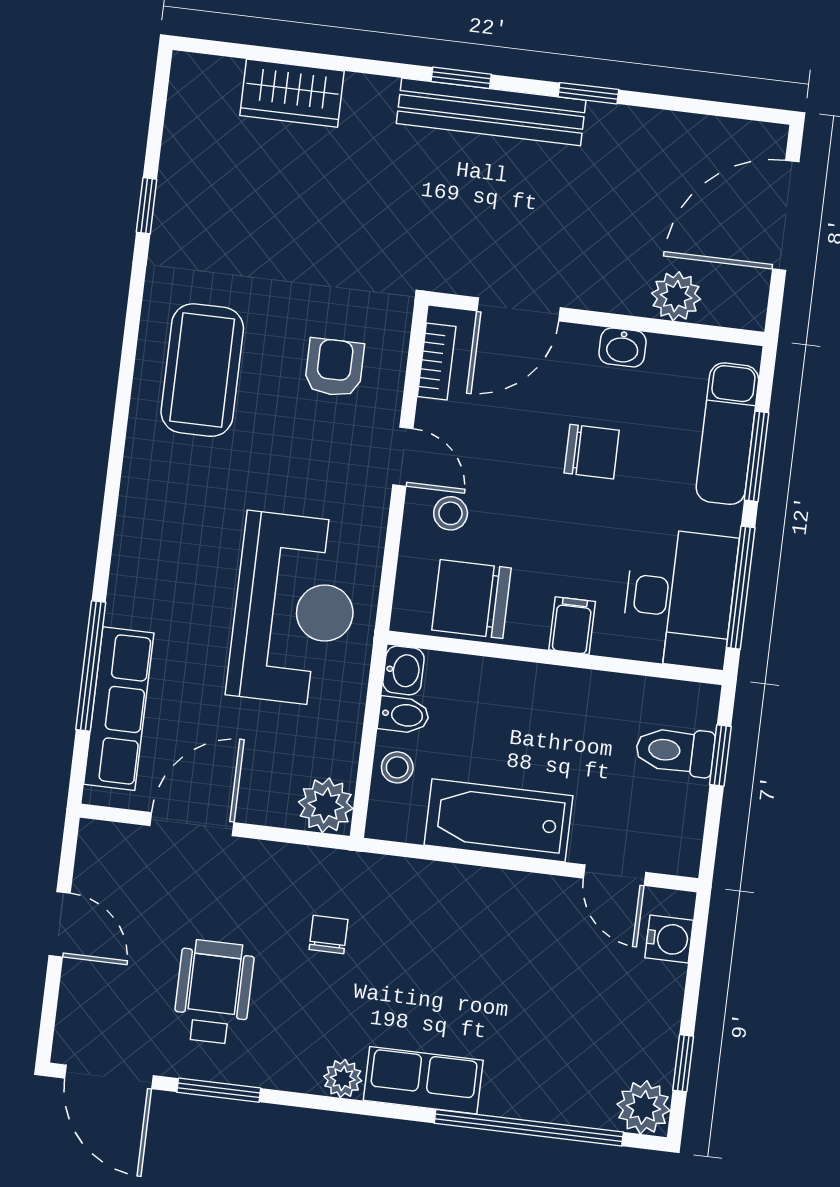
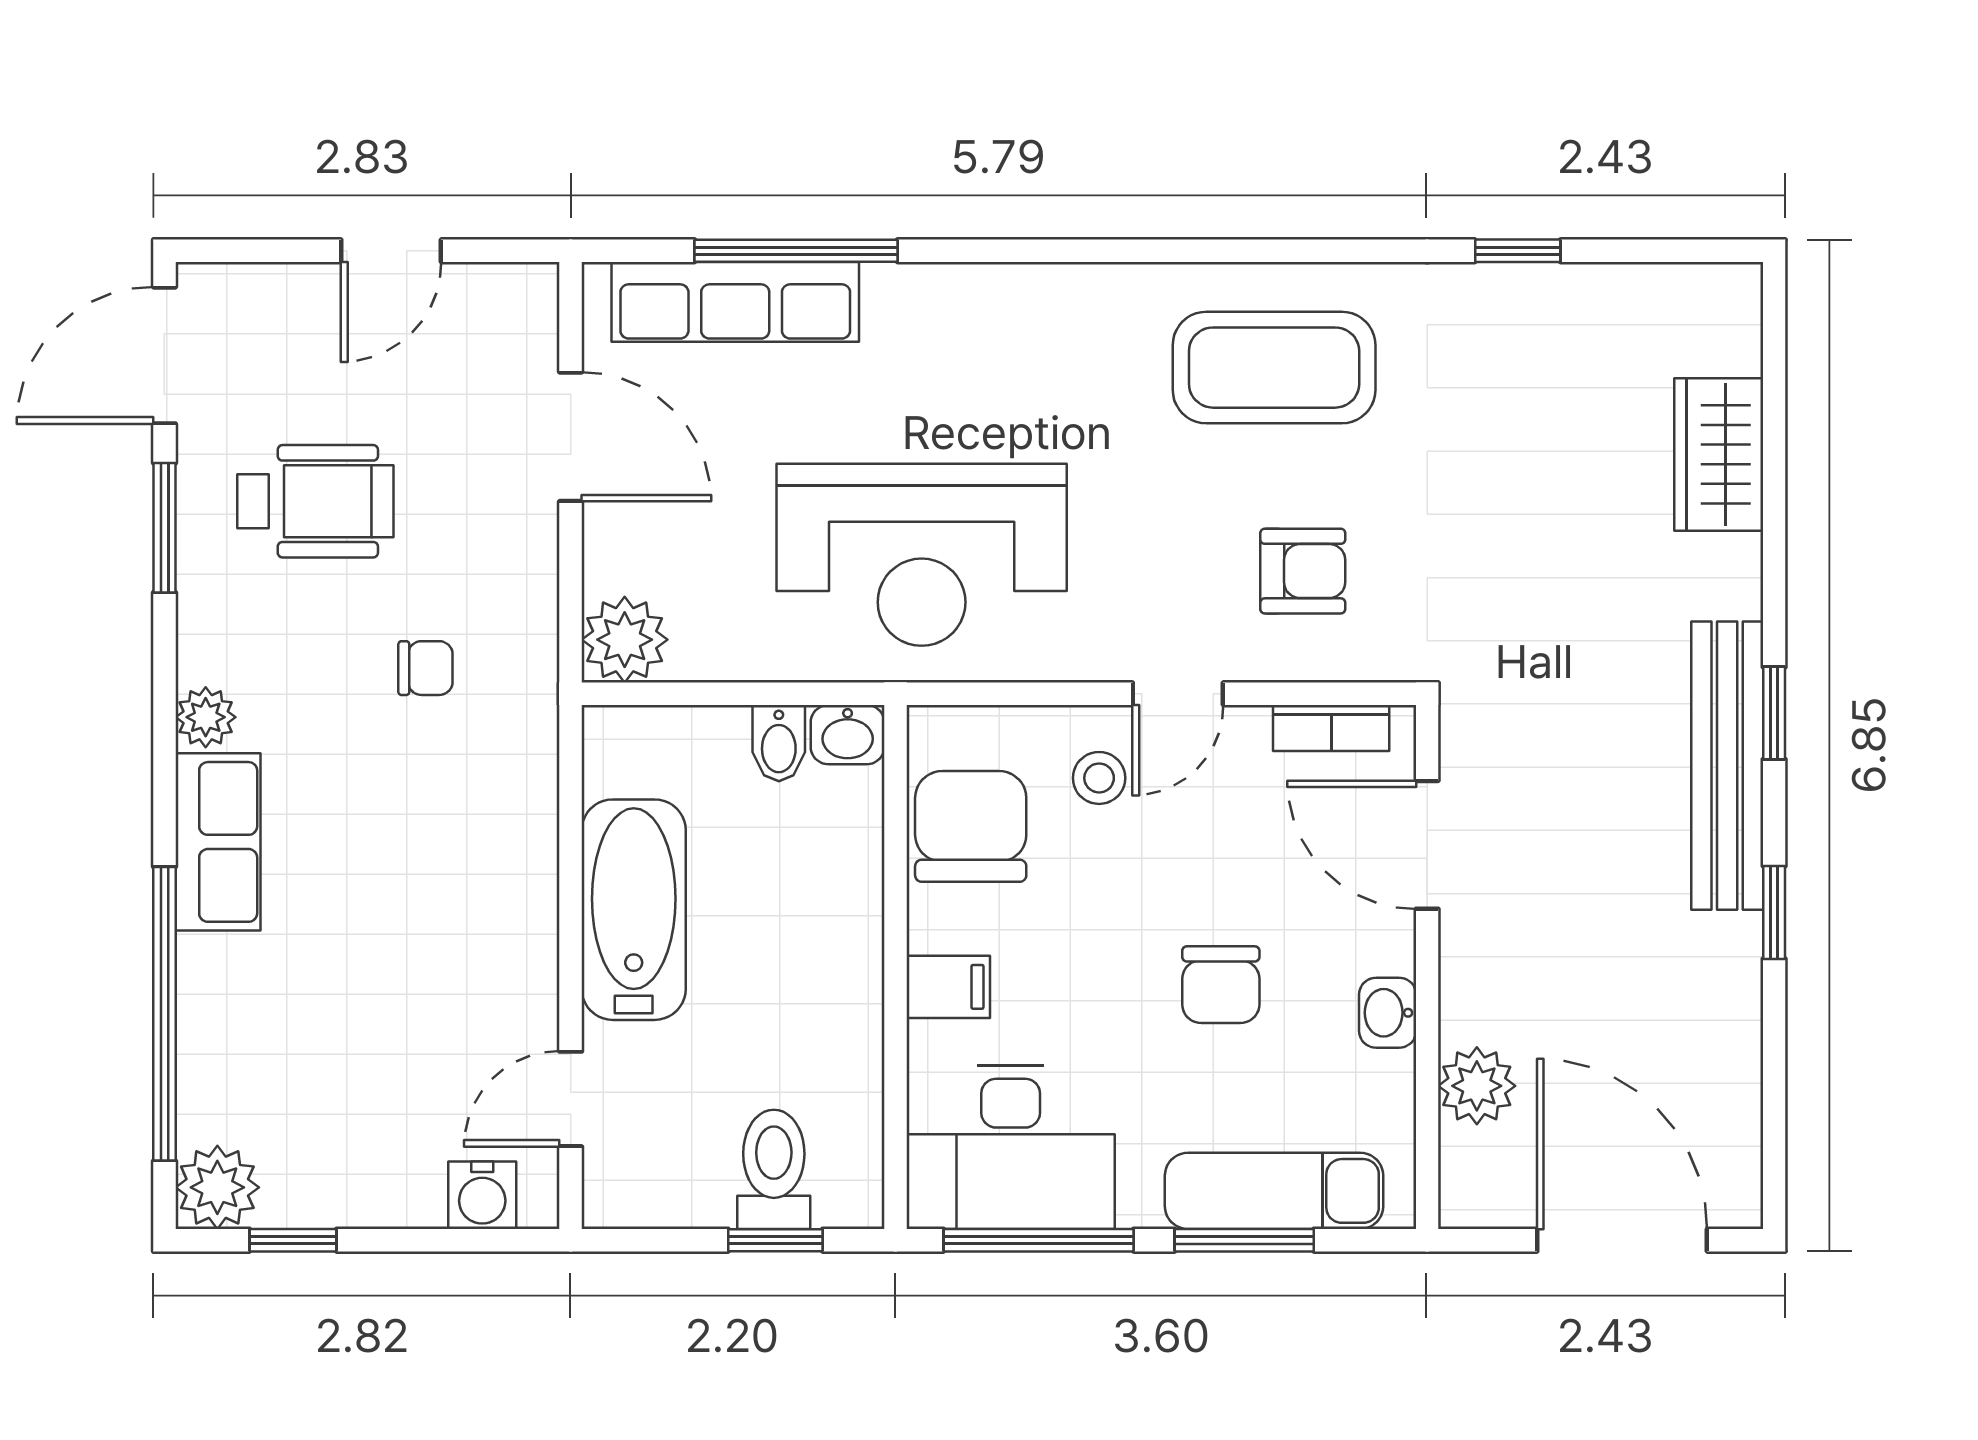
stool: (397, 767) -> (697, 743), removed

